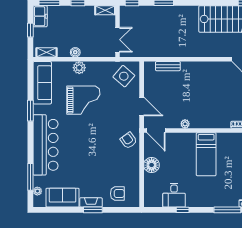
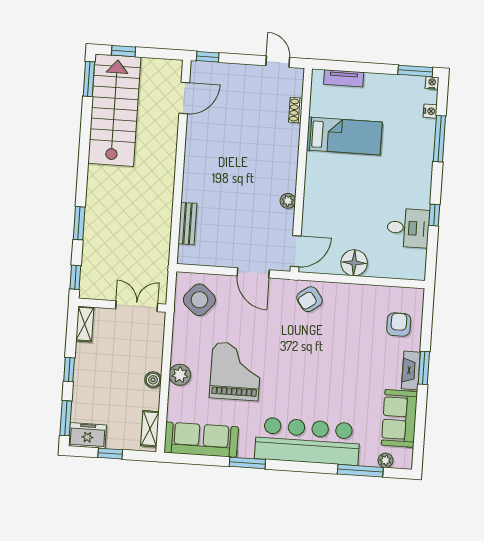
door: (142, 107) -> (253, 273), swing flipped
bed: (206, 154) -> (344, 136), moved

